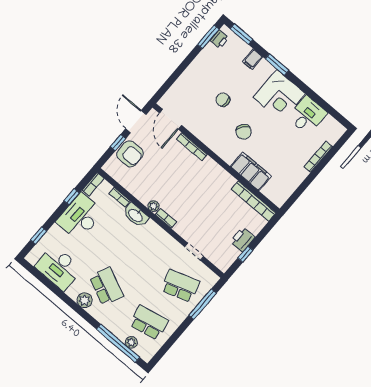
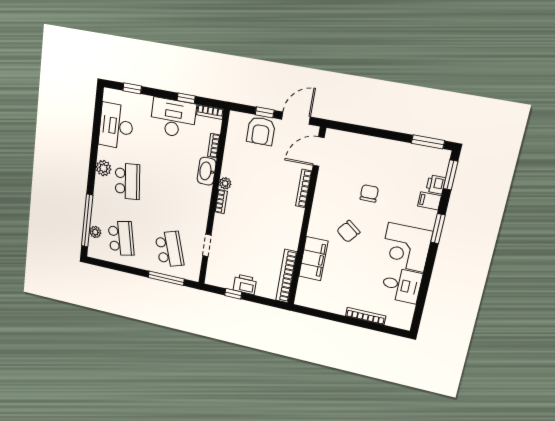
printer: (219, 39) -> (436, 184), moved, turned 90
school desk: (106, 286) -> (127, 181), turned -30

